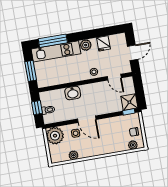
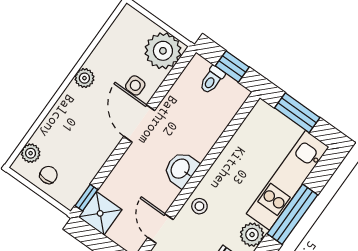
window: (53, 41) -> (292, 214), moved
door: (114, 77) -> (161, 228), hinge flipped
washbasin: (73, 93) -> (181, 169), moved
door: (87, 119) -> (139, 123), hinge flipped
plant: (74, 155) -> (84, 78), moved

